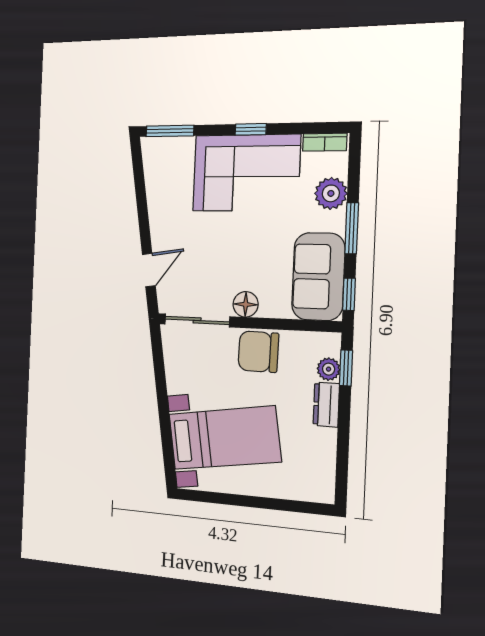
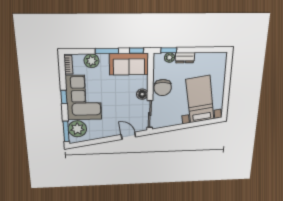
plant: (174, 156) -> (77, 129), added

